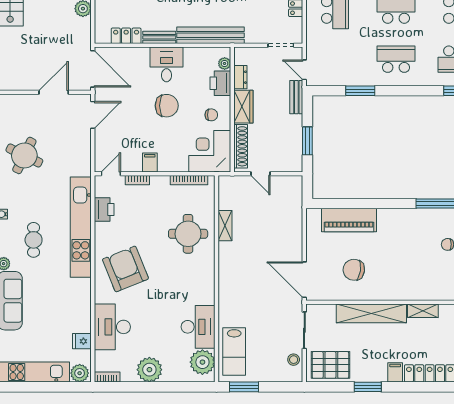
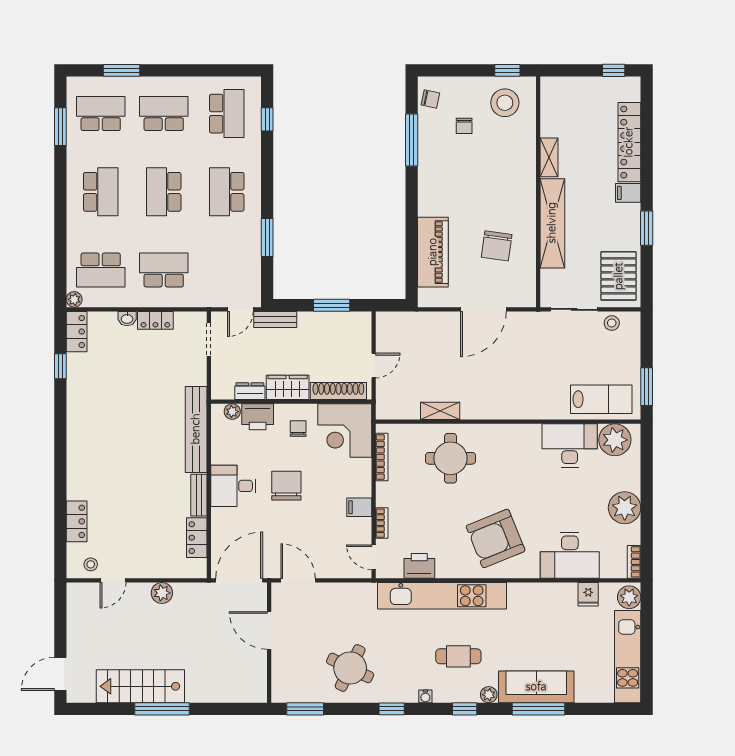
door: (304, 280) -> (483, 309), moved

